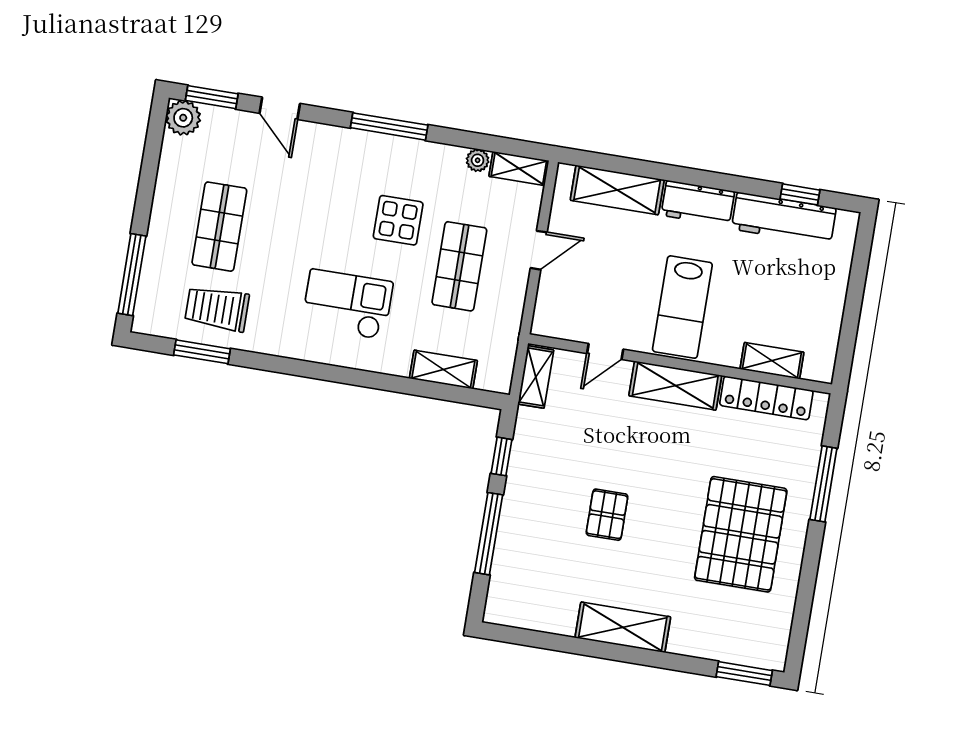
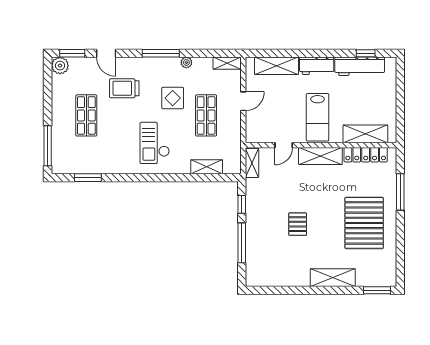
plant: (478, 160) -> (186, 63), moved
checkout: (347, 304) -> (155, 143), turned -90
trolley: (217, 309) -> (124, 88), moved
shelving: (772, 361) -> (365, 134), width x1.50, depth x1.33
shelving: (623, 627) -> (333, 278), moved

